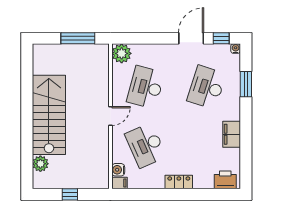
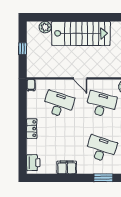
desk: (146, 145) -> (59, 104), turned 42
water cooler: (118, 170) -> (41, 84), removed

